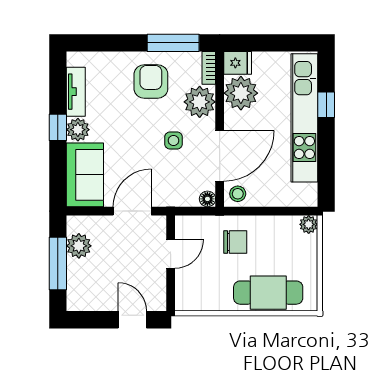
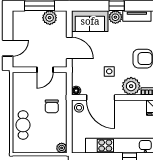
plant: (241, 93) -> (136, 110), removed
door: (171, 254) -> (45, 70), hinge flipped
cafe table: (268, 293) -> (23, 125), width x0.73, depth x0.74

